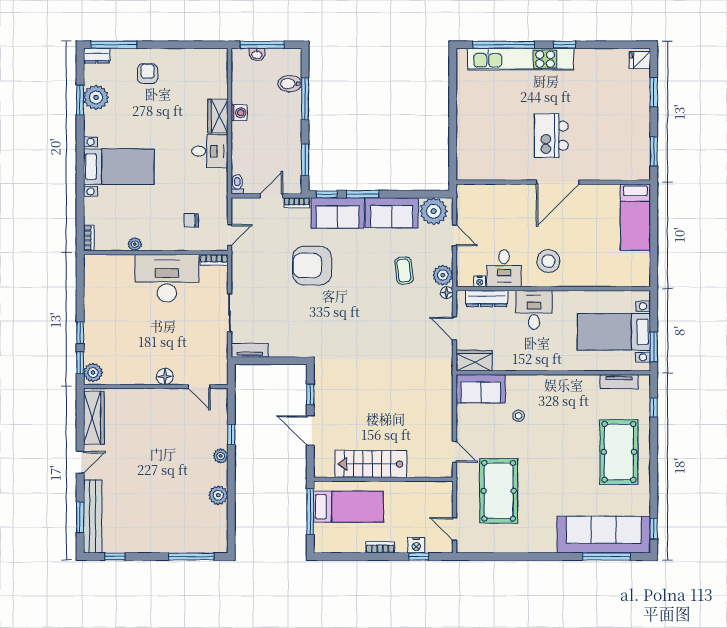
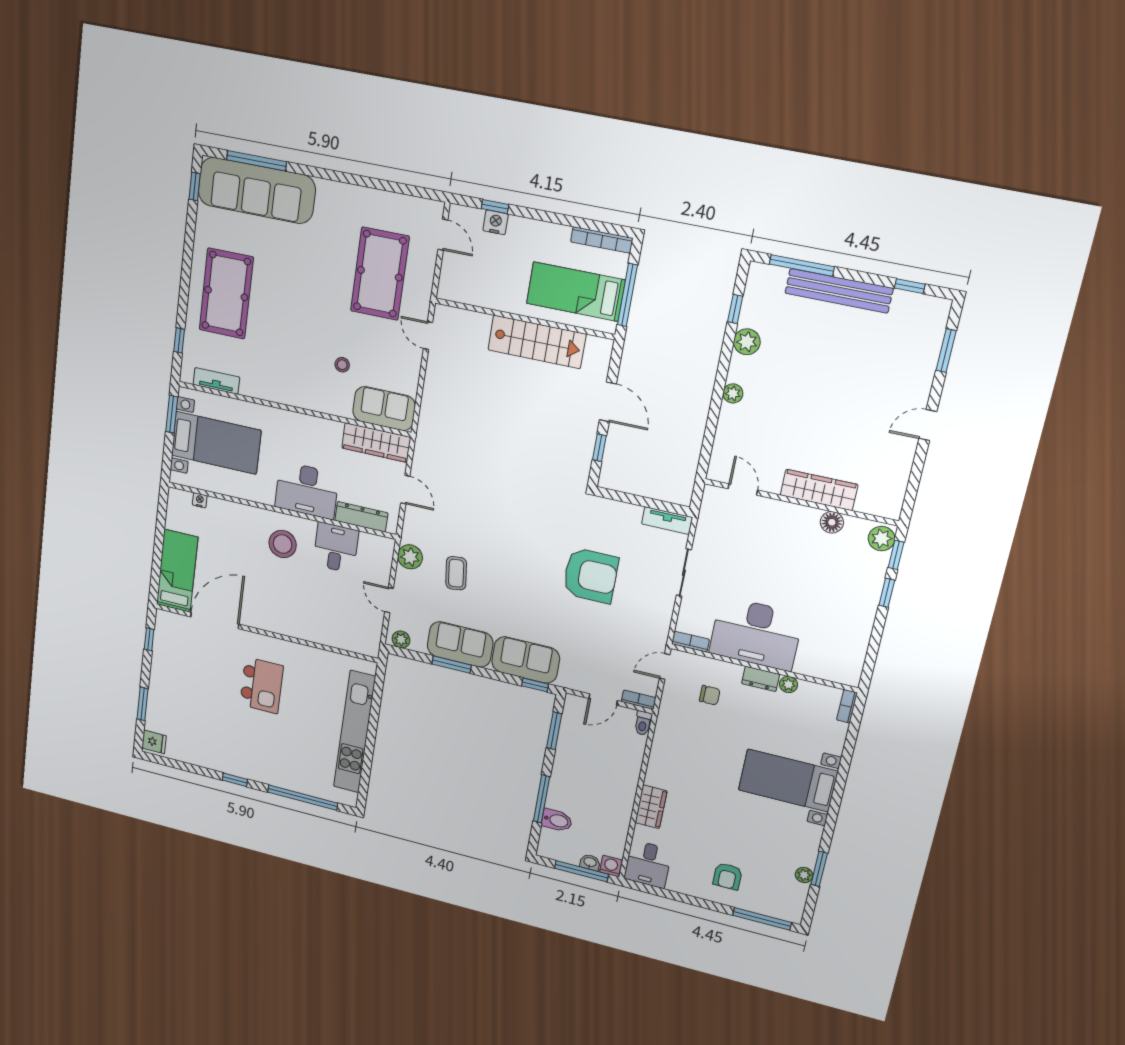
dresser: (97, 56) -> (761, 679), moved, turned 180
kitchen unit: (521, 59) -> (355, 732), moved, turned -90
plant: (96, 97) -> (804, 875), width x0.53, depth x0.53
washing machine: (239, 113) -> (611, 866), moved, turned 90
desk: (210, 151) -> (648, 864), moved, turned -90
window: (654, 151) -> (149, 639), width x0.67
door: (558, 182) -> (215, 620), moved
window: (363, 194) -> (452, 665), moved
bookcase: (297, 203) -> (639, 700), moved
plant: (434, 211) -> (401, 639), width x0.53, depth x0.53
armchair: (312, 266) -> (590, 575), moved
nightstand: (480, 281) -> (200, 500), moved
floor lamp: (447, 293) -> (408, 535), removed
desk: (534, 310) -> (307, 490), width x1.37
wardrobe: (474, 361) -> (376, 443), width x1.50
floor lamp: (165, 377) -> (832, 522), moved
wardrobe: (94, 418) -> (819, 490), moved, turned 90
window: (231, 435) -> (735, 309), moved
bench: (93, 516) -> (839, 291), moved, turned 90
bookcase: (380, 547) -> (602, 240), moved, width x1.56

